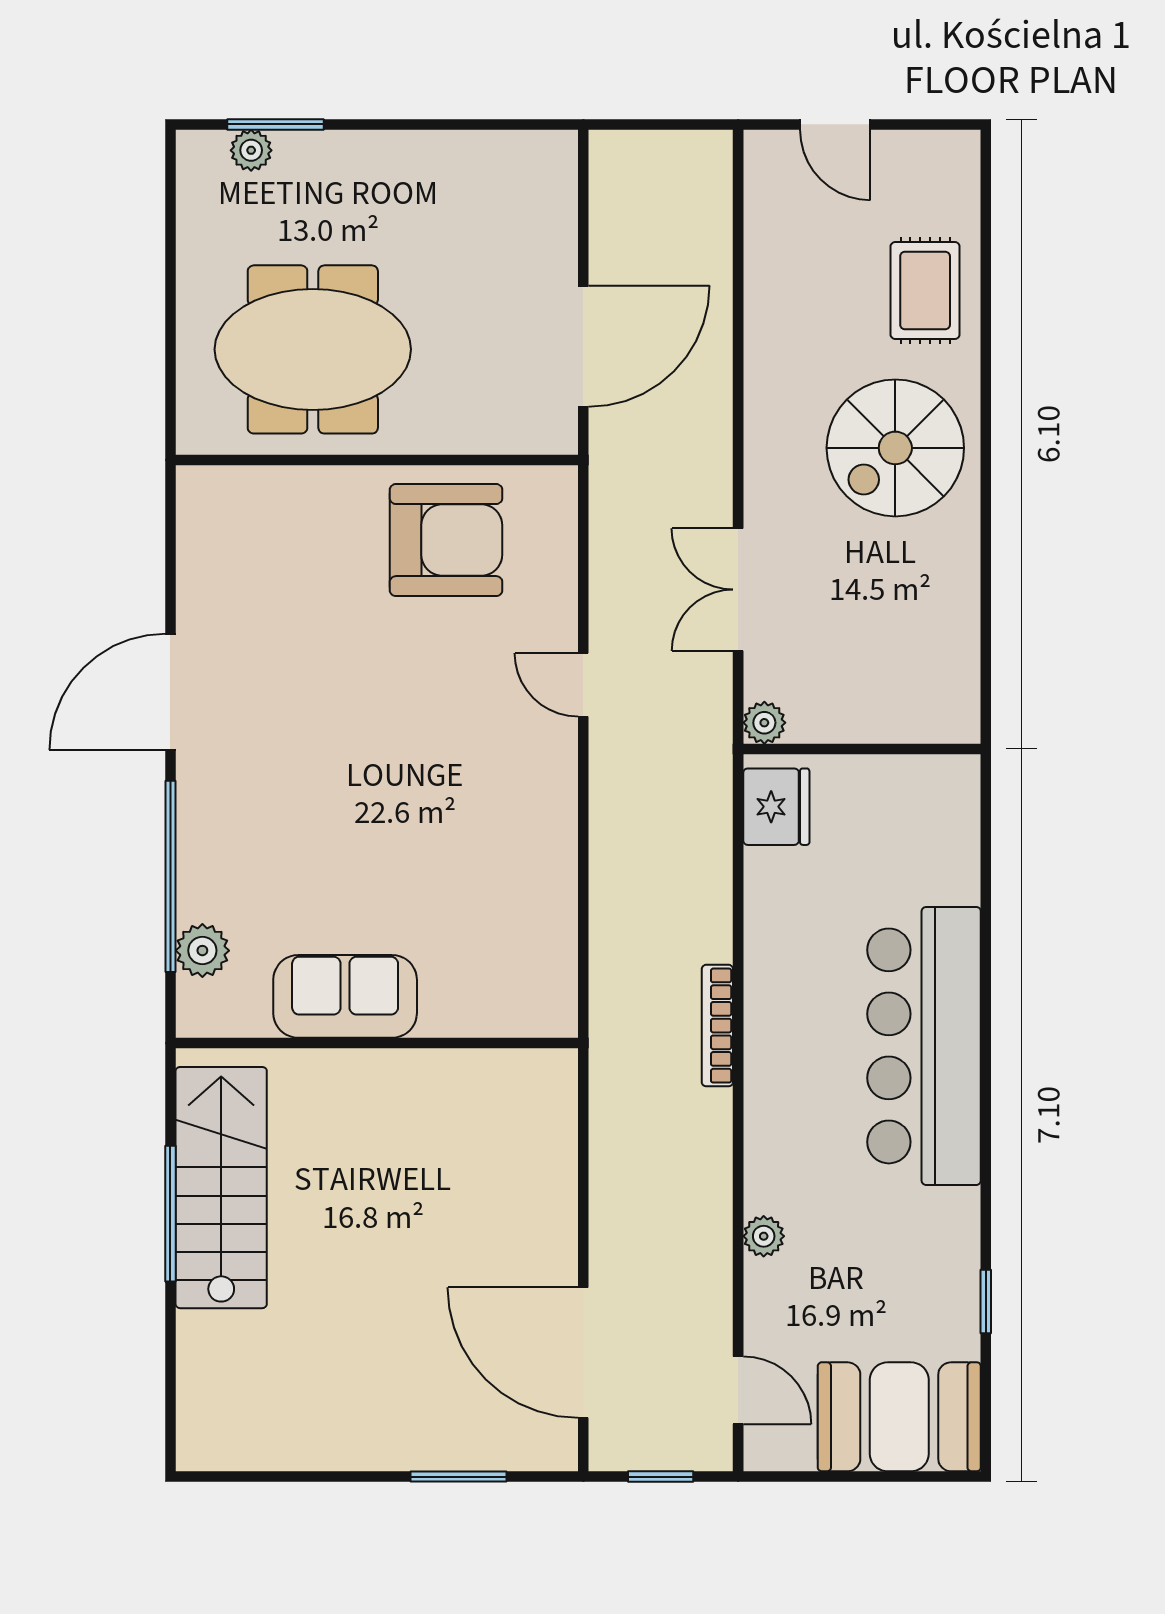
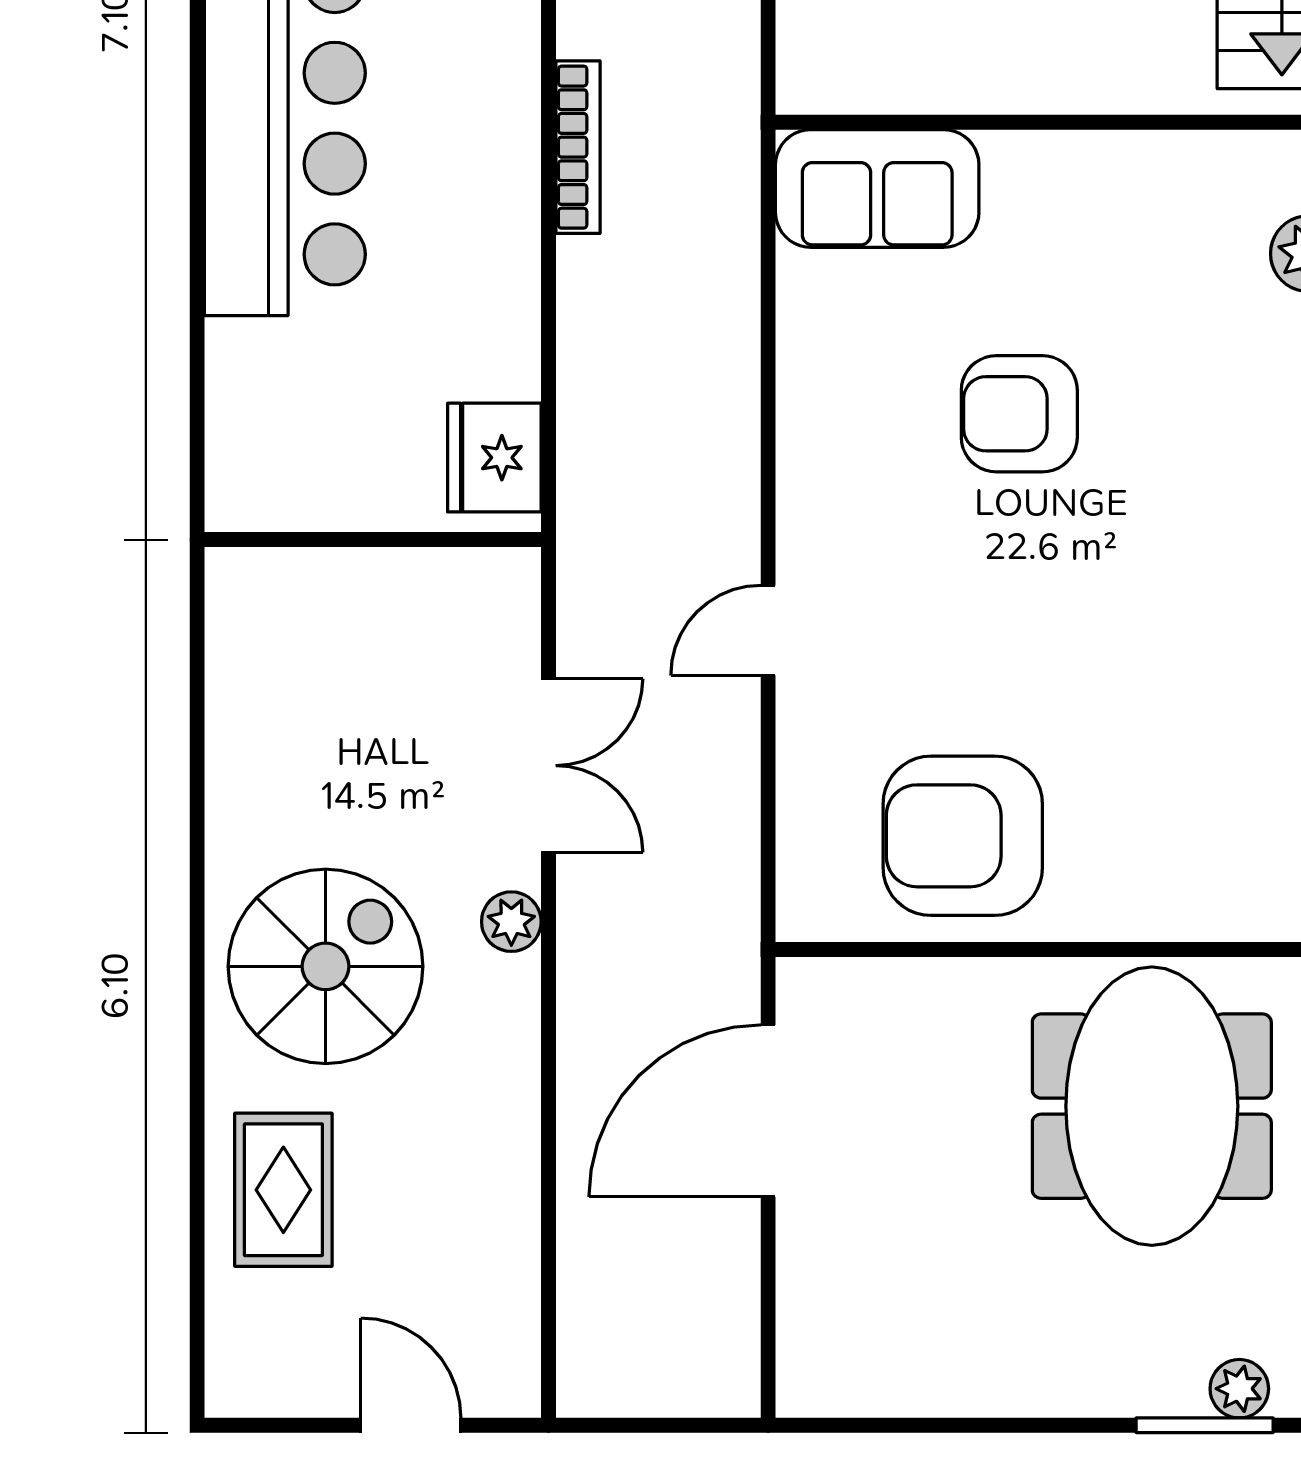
meeting table: (313, 349) -> (1152, 1106), turned 90
door: (583, 685) -> (768, 630), swing flipped
plant: (764, 723) -> (511, 922), moved
armchair: (406, 838) -> (1019, 414), added
sofa: (345, 996) -> (877, 188), moved

